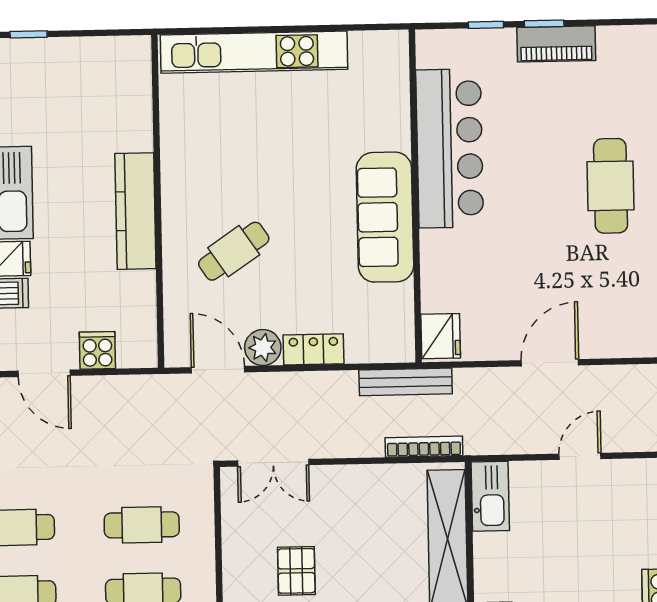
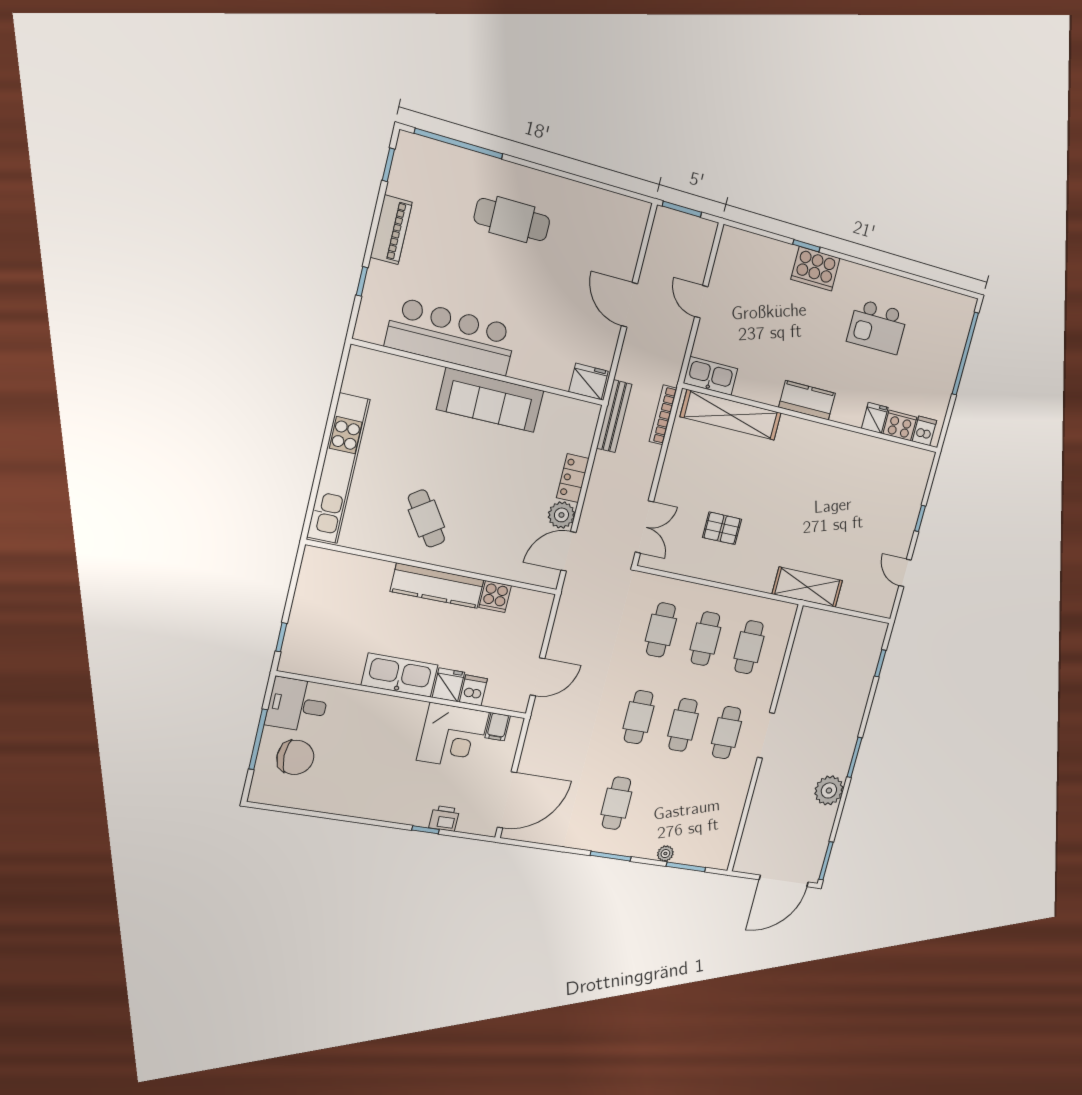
window: (544, 24) -> (388, 165), moved
cafe table: (234, 251) -> (426, 519), moved
cooker: (97, 350) -> (495, 597), moved, turned -90

